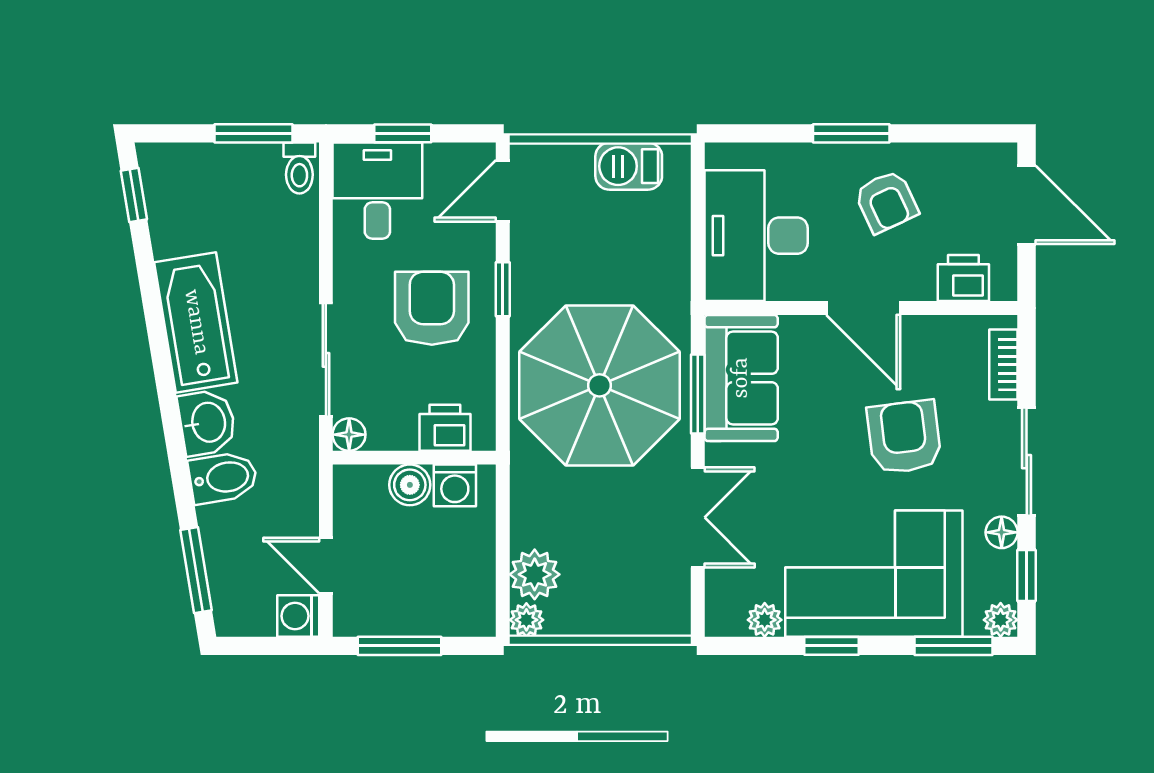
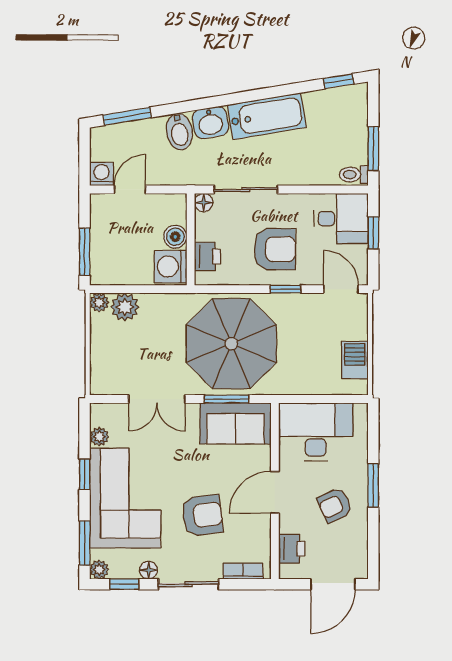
washing machine: (455, 485) -> (170, 267), width x1.38, depth x1.38
window: (399, 646) -> (85, 252), moved

